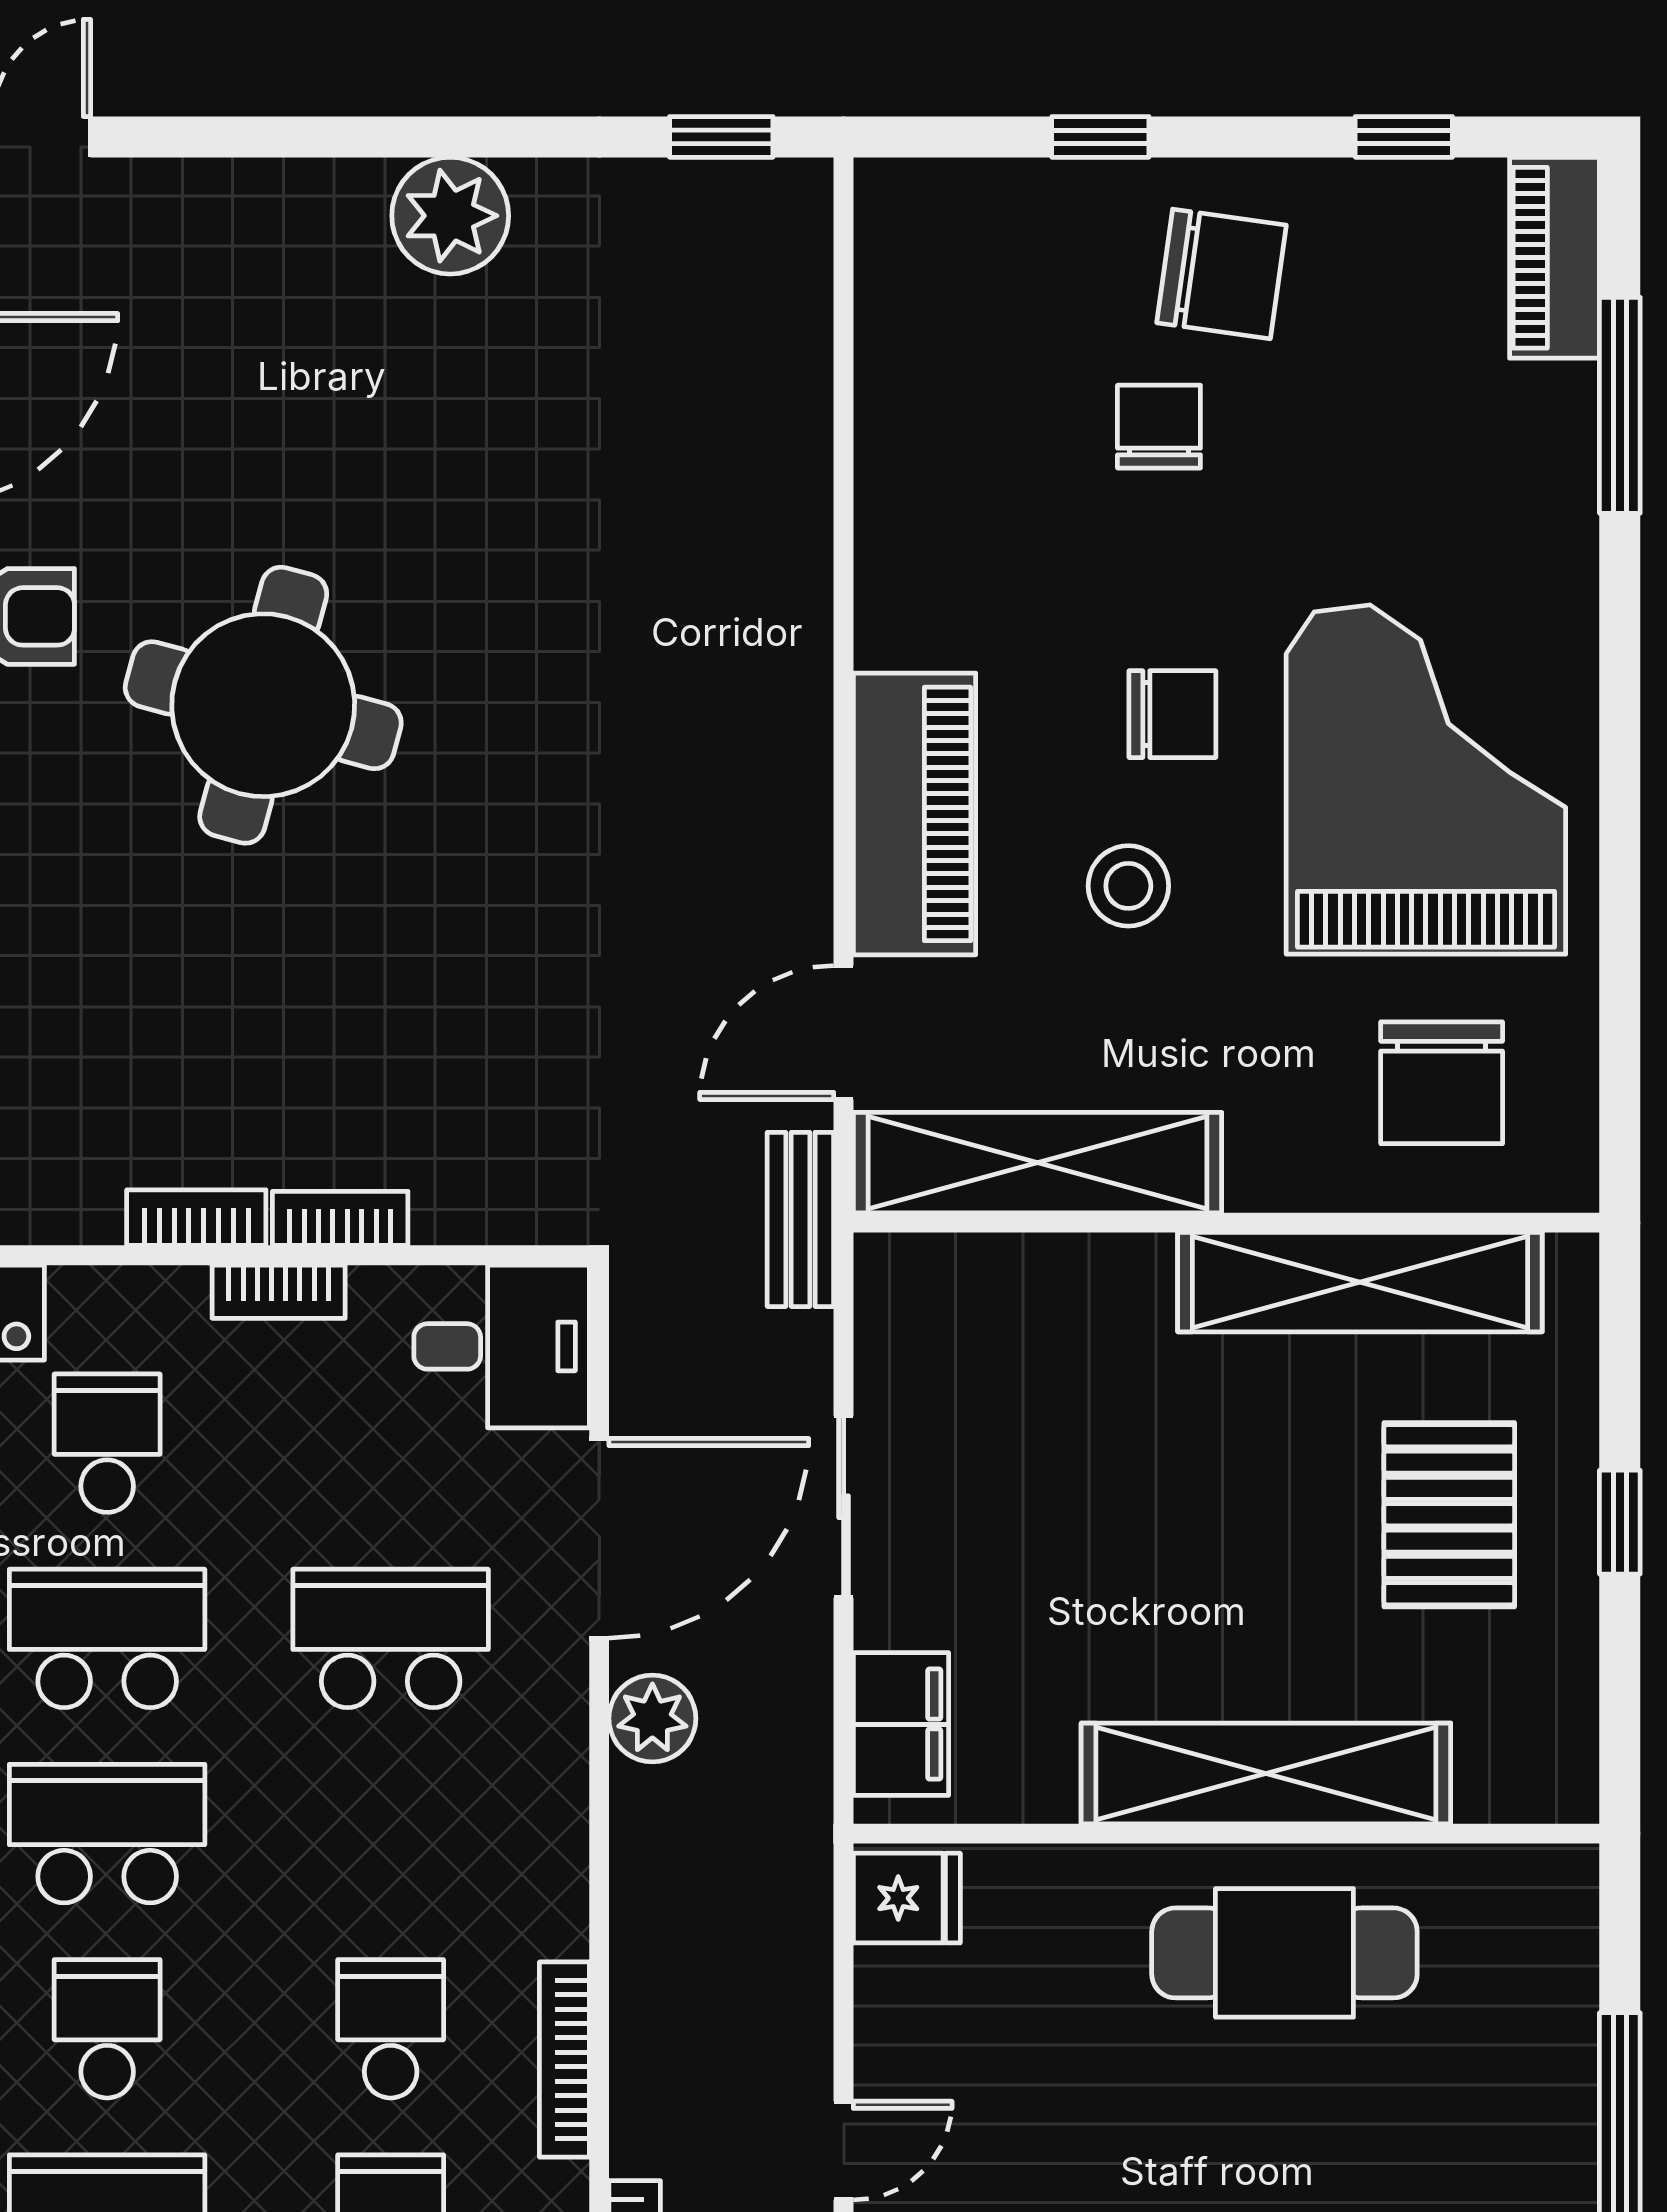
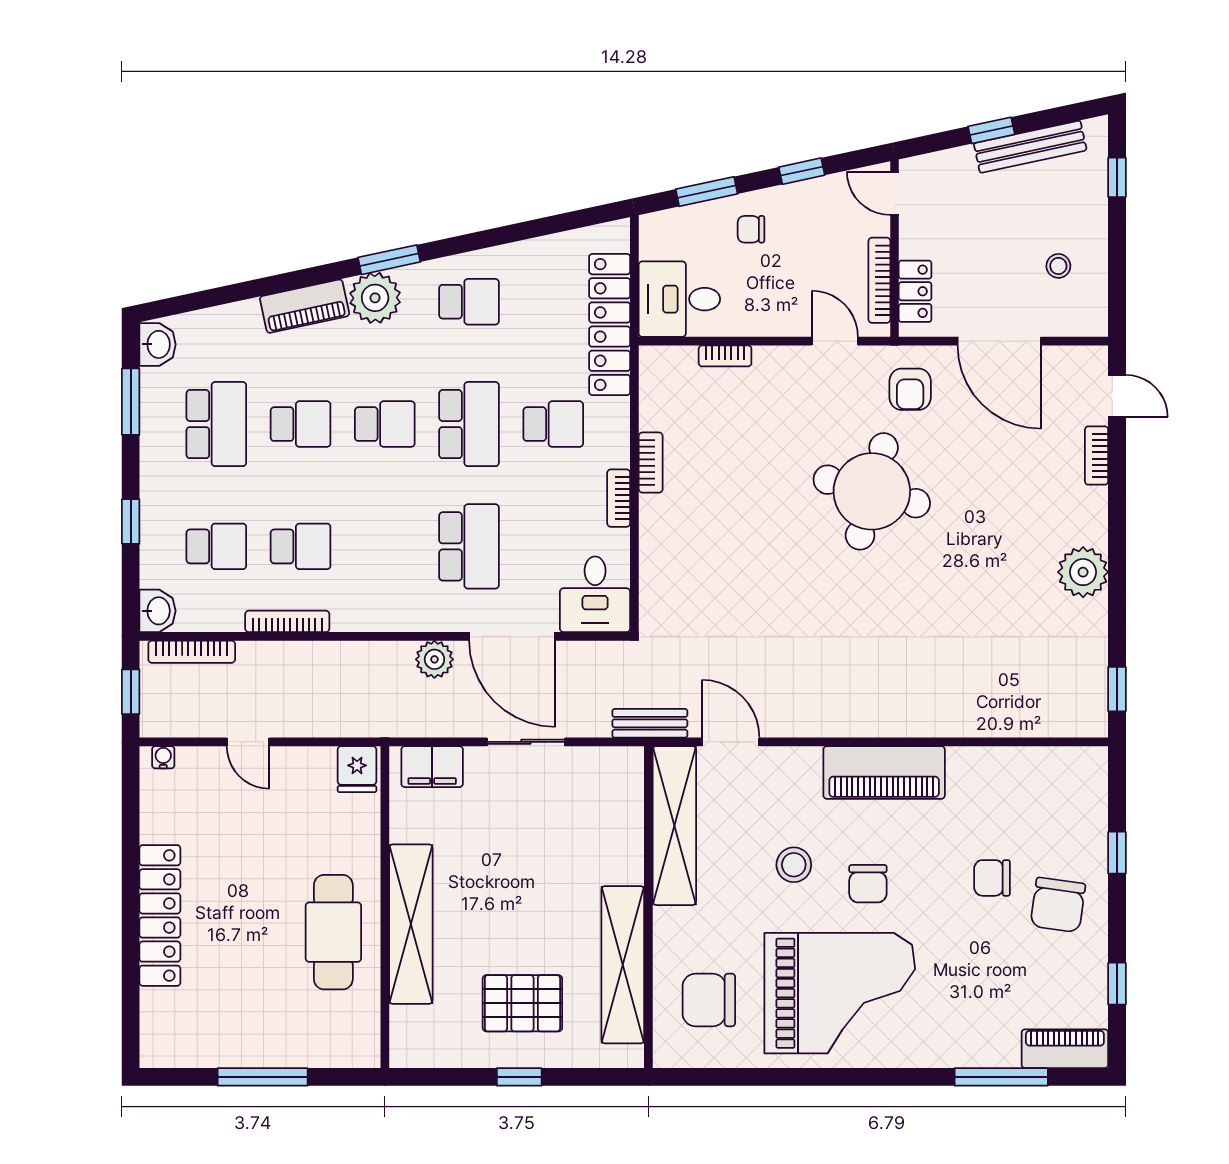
chair: (1159, 427) -> (992, 878), turned 180
piano: (914, 814) -> (884, 772), moved
bookcase: (340, 1218) -> (1097, 456), moved, turned 180
school desk: (107, 1834) -> (385, 424), width x0.54

